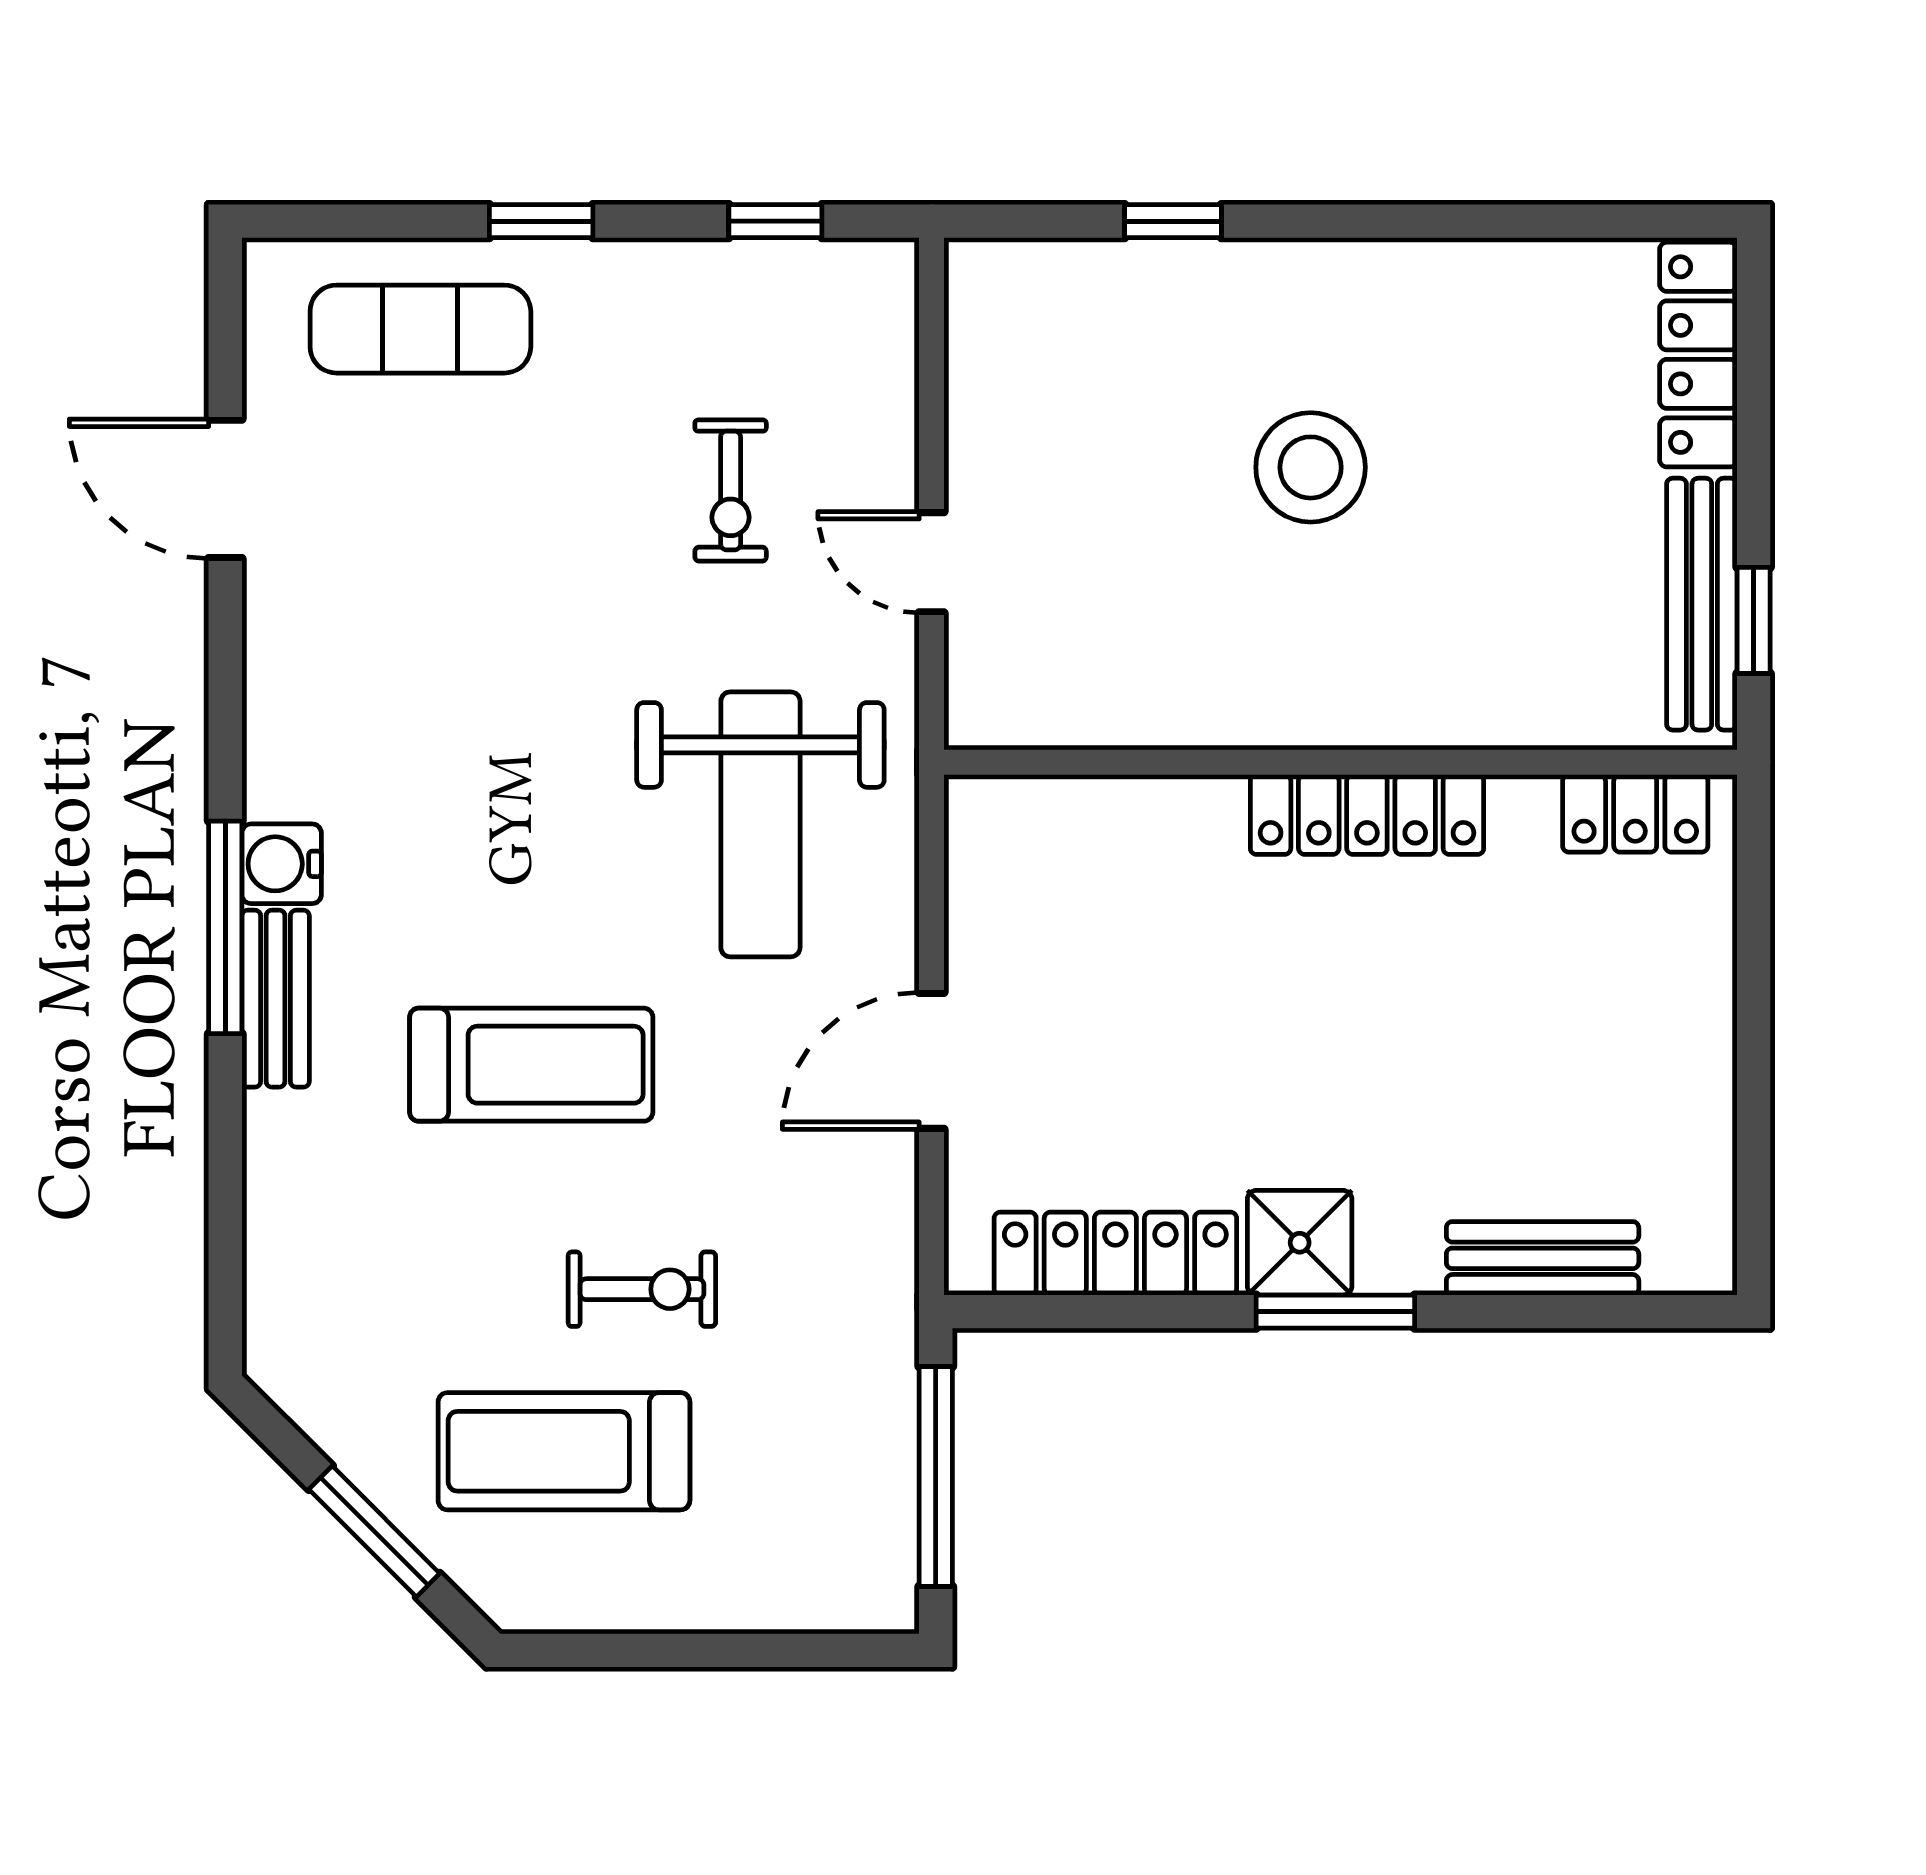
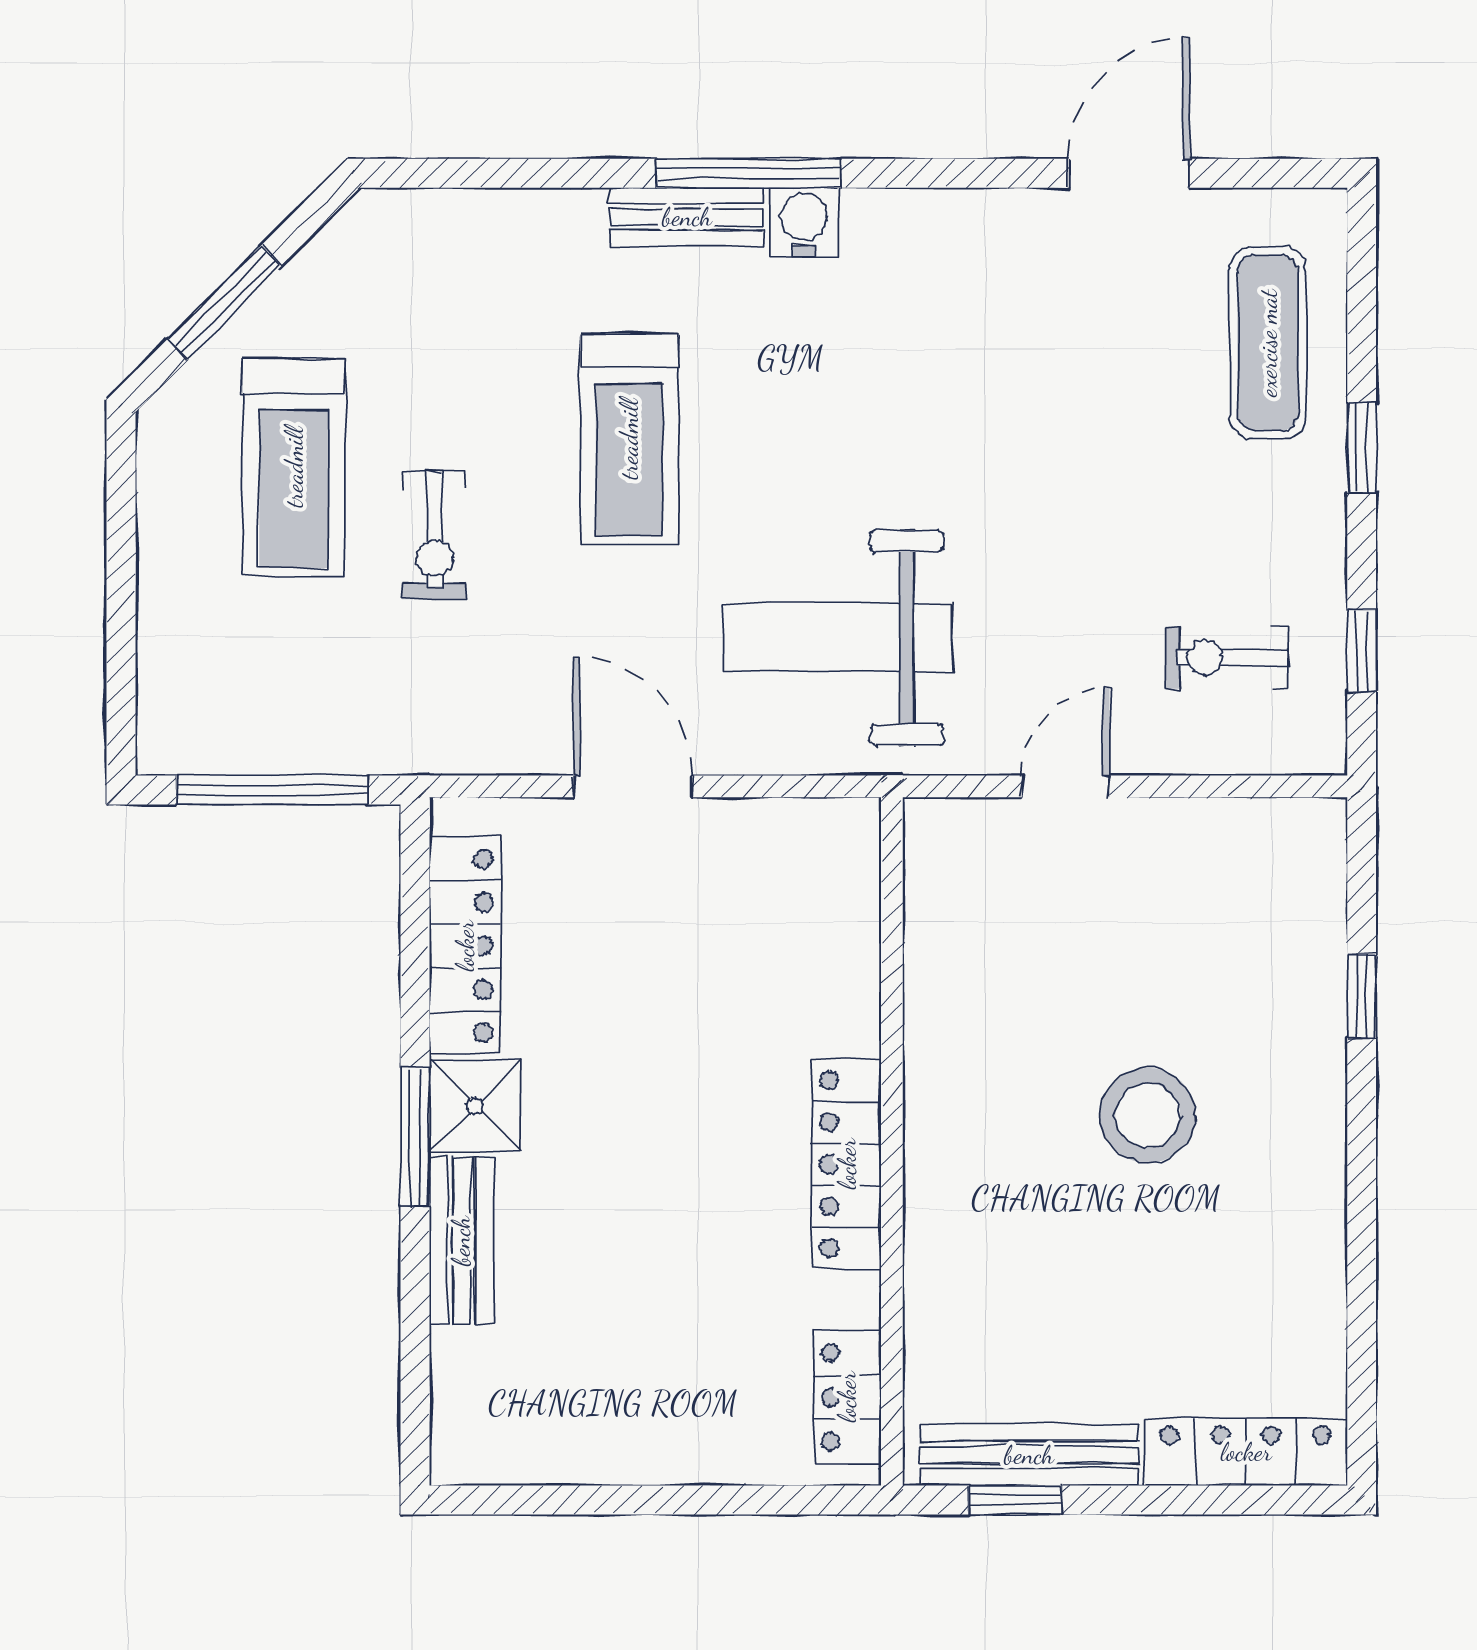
exercise bike: (731, 491) -> (1227, 658), moved
bench: (1543, 1258) -> (461, 1241), moved
treadmill: (564, 1451) -> (294, 467), turned 180

